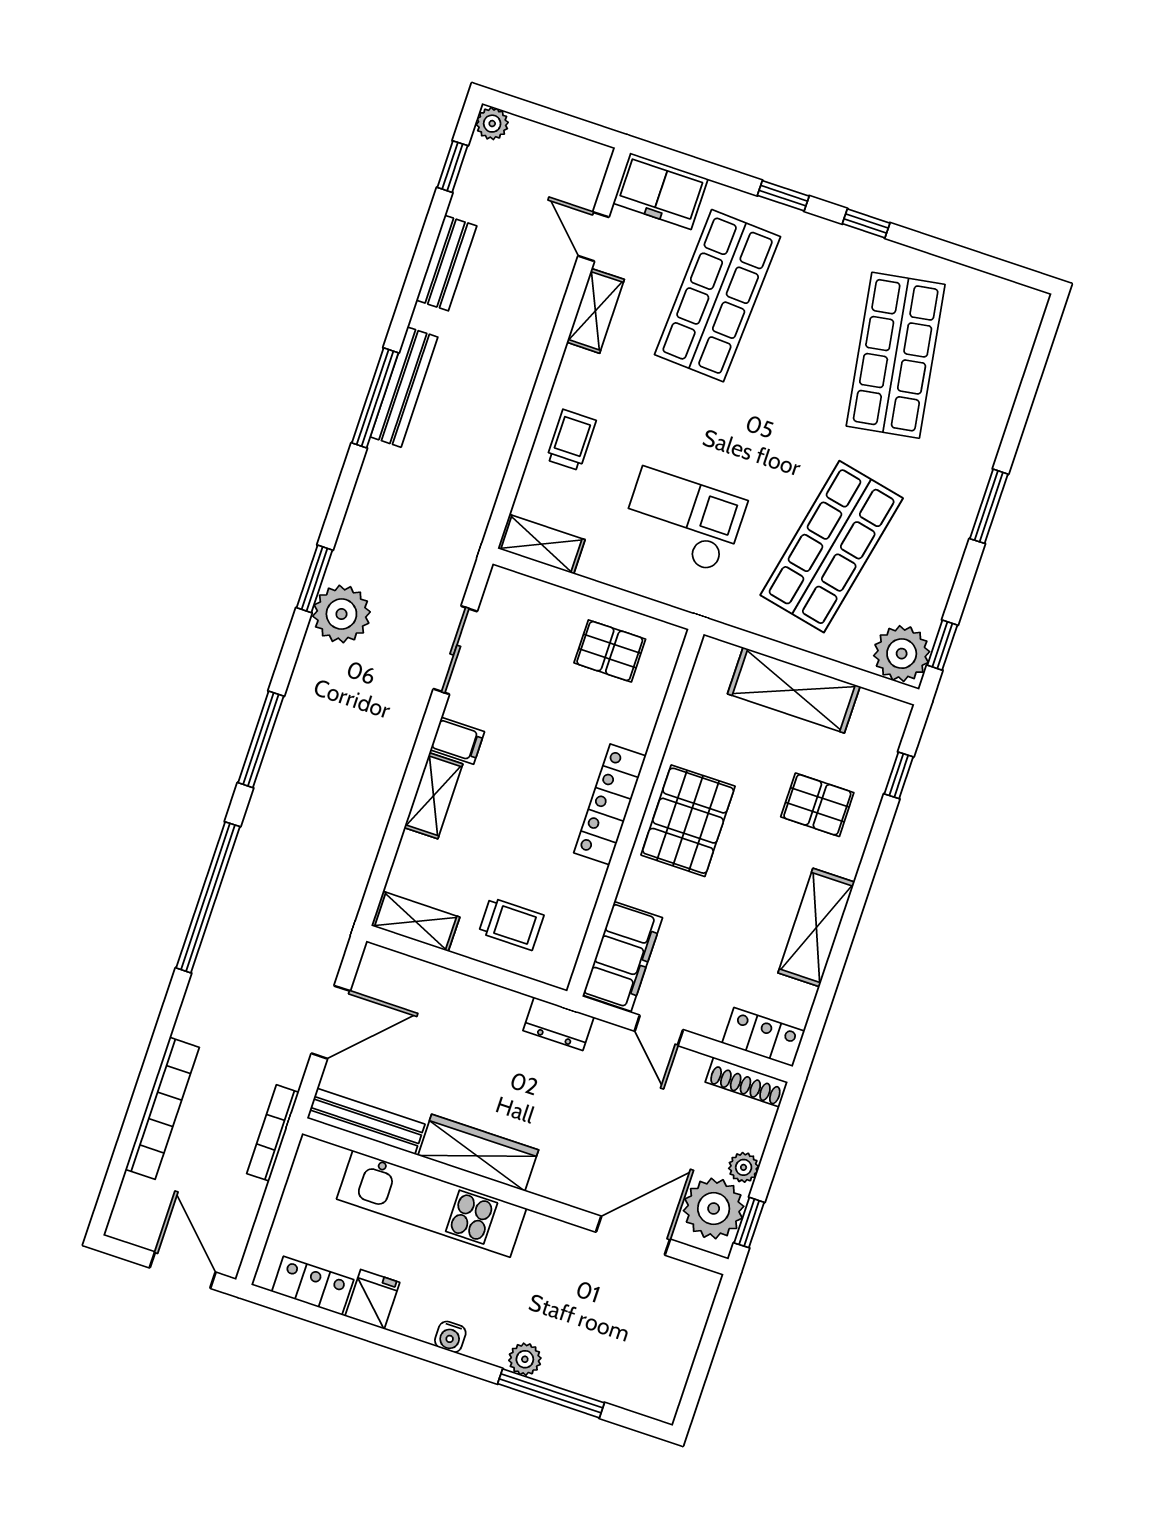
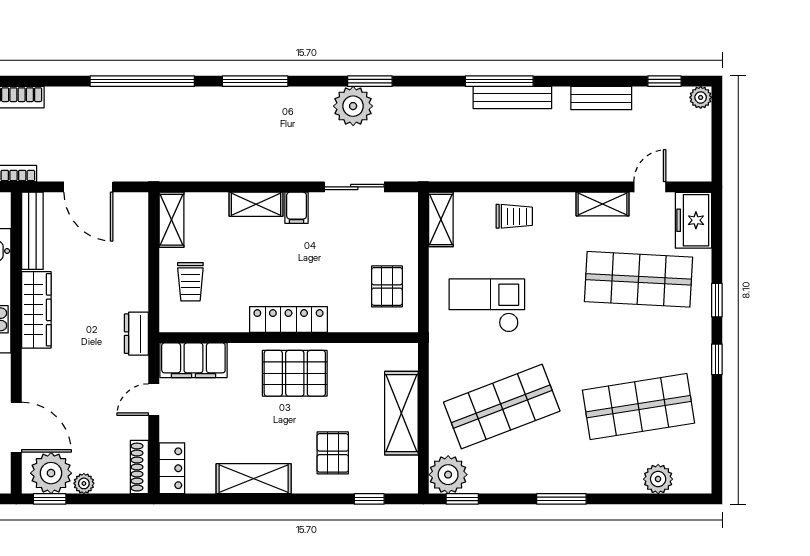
plant: (1006, 362) -> (658, 479), added
checkout: (683, 520) -> (487, 305), turned -90
shop shelf: (832, 547) -> (502, 407), turned -33

